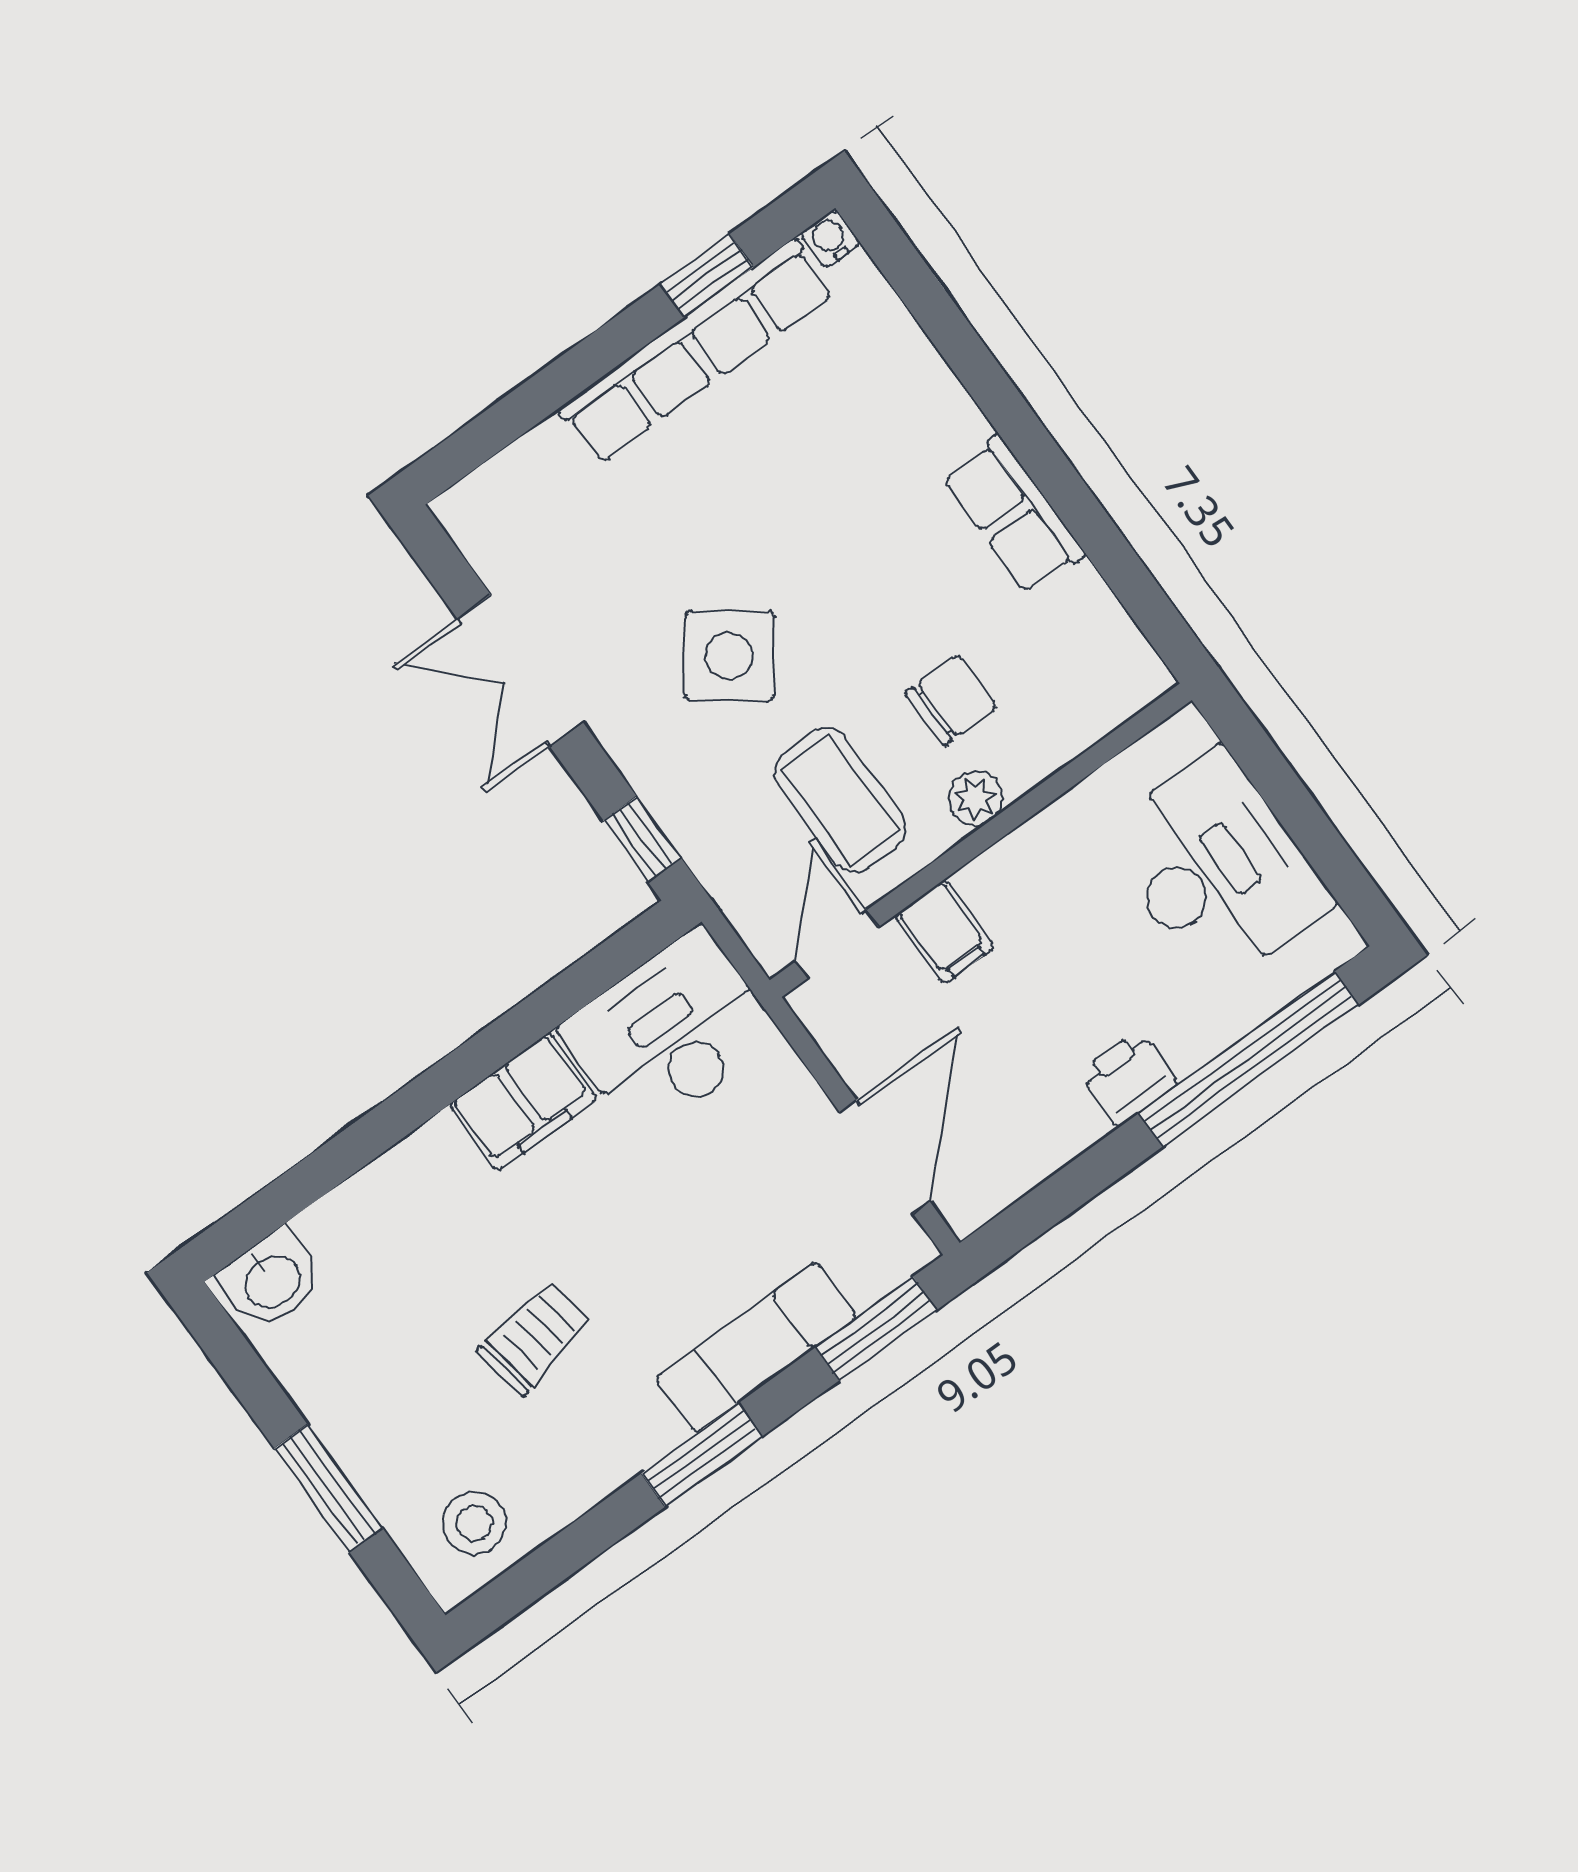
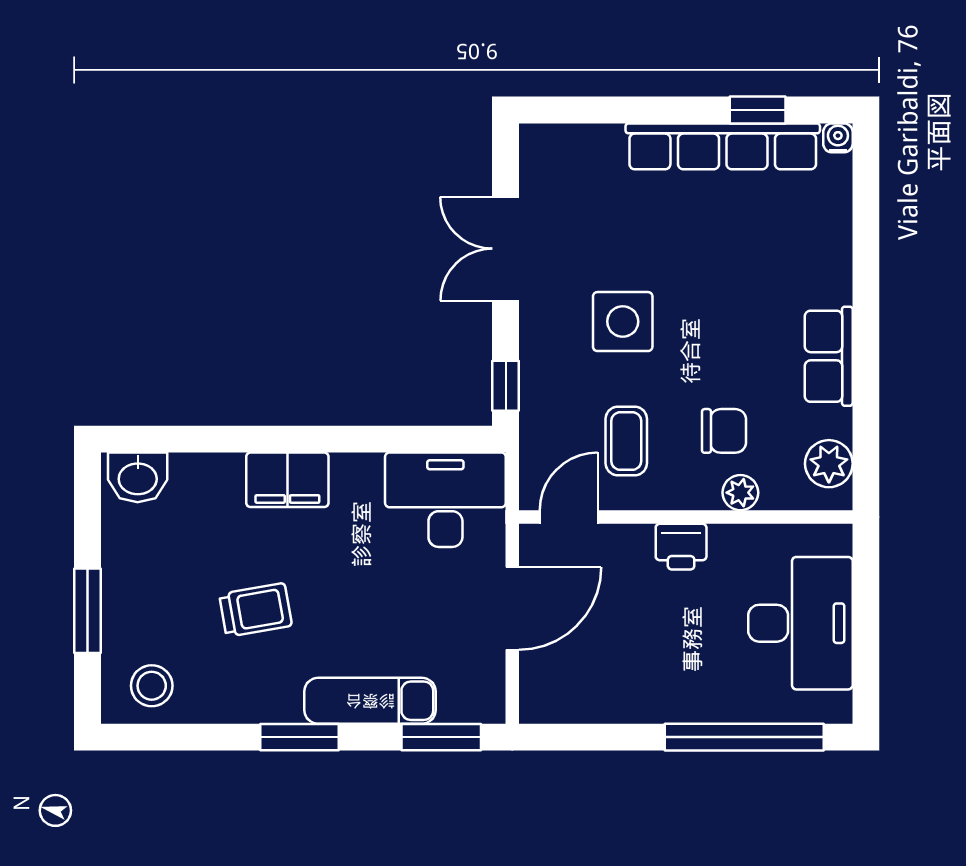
plant: (1109, 647) -> (829, 464), added
side table: (729, 656) -> (623, 322), turned -37
plant: (976, 798) -> (740, 493), moved
coffee table: (840, 800) -> (626, 441), width x0.73, depth x0.77
filing cabinet: (945, 931) -> (631, 552), removed
printer: (1128, 1078) -> (681, 547), moved, turned 180
filing cabinet: (523, 1102) -> (287, 480), moved
door: (885, 1157) -> (512, 608), moved

